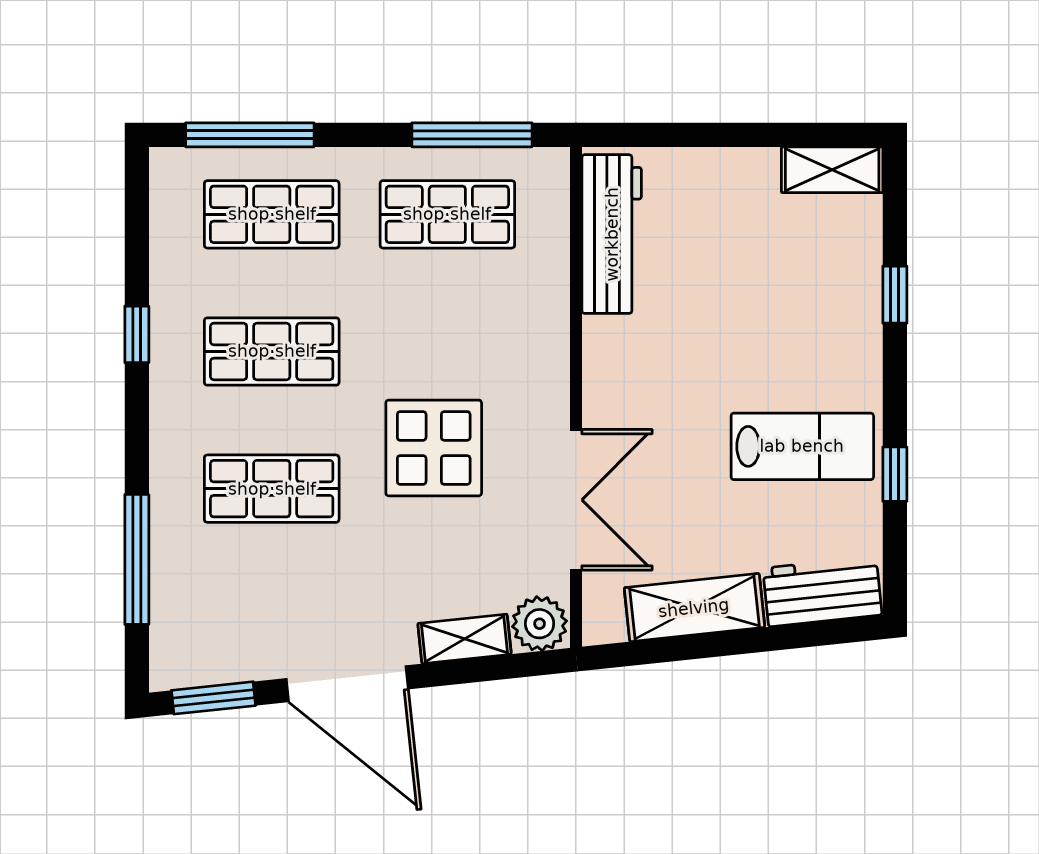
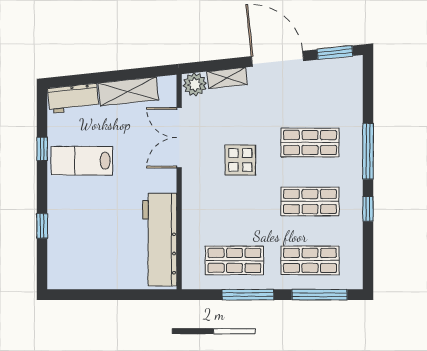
window: (472, 135) -> (248, 295), moved
shelving: (832, 170) -> (69, 280), removed
workbench: (612, 234) -> (160, 240), width x1.36, depth x1.32
display table: (434, 448) -> (240, 160), width x0.73, depth x0.73
window: (137, 559) -> (368, 151), moved

